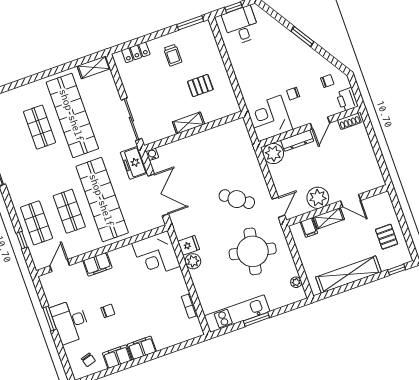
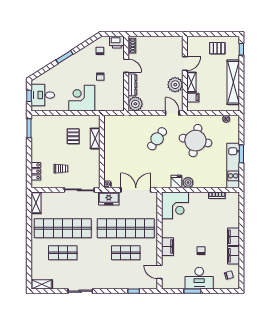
trolley: (173, 55) -> (61, 169), moved
corner desk: (270, 118) -> (82, 98), moved, turned 90
shelving: (188, 123) -> (95, 138), moved
shop shelf: (36, 223) -> (126, 277), removed

